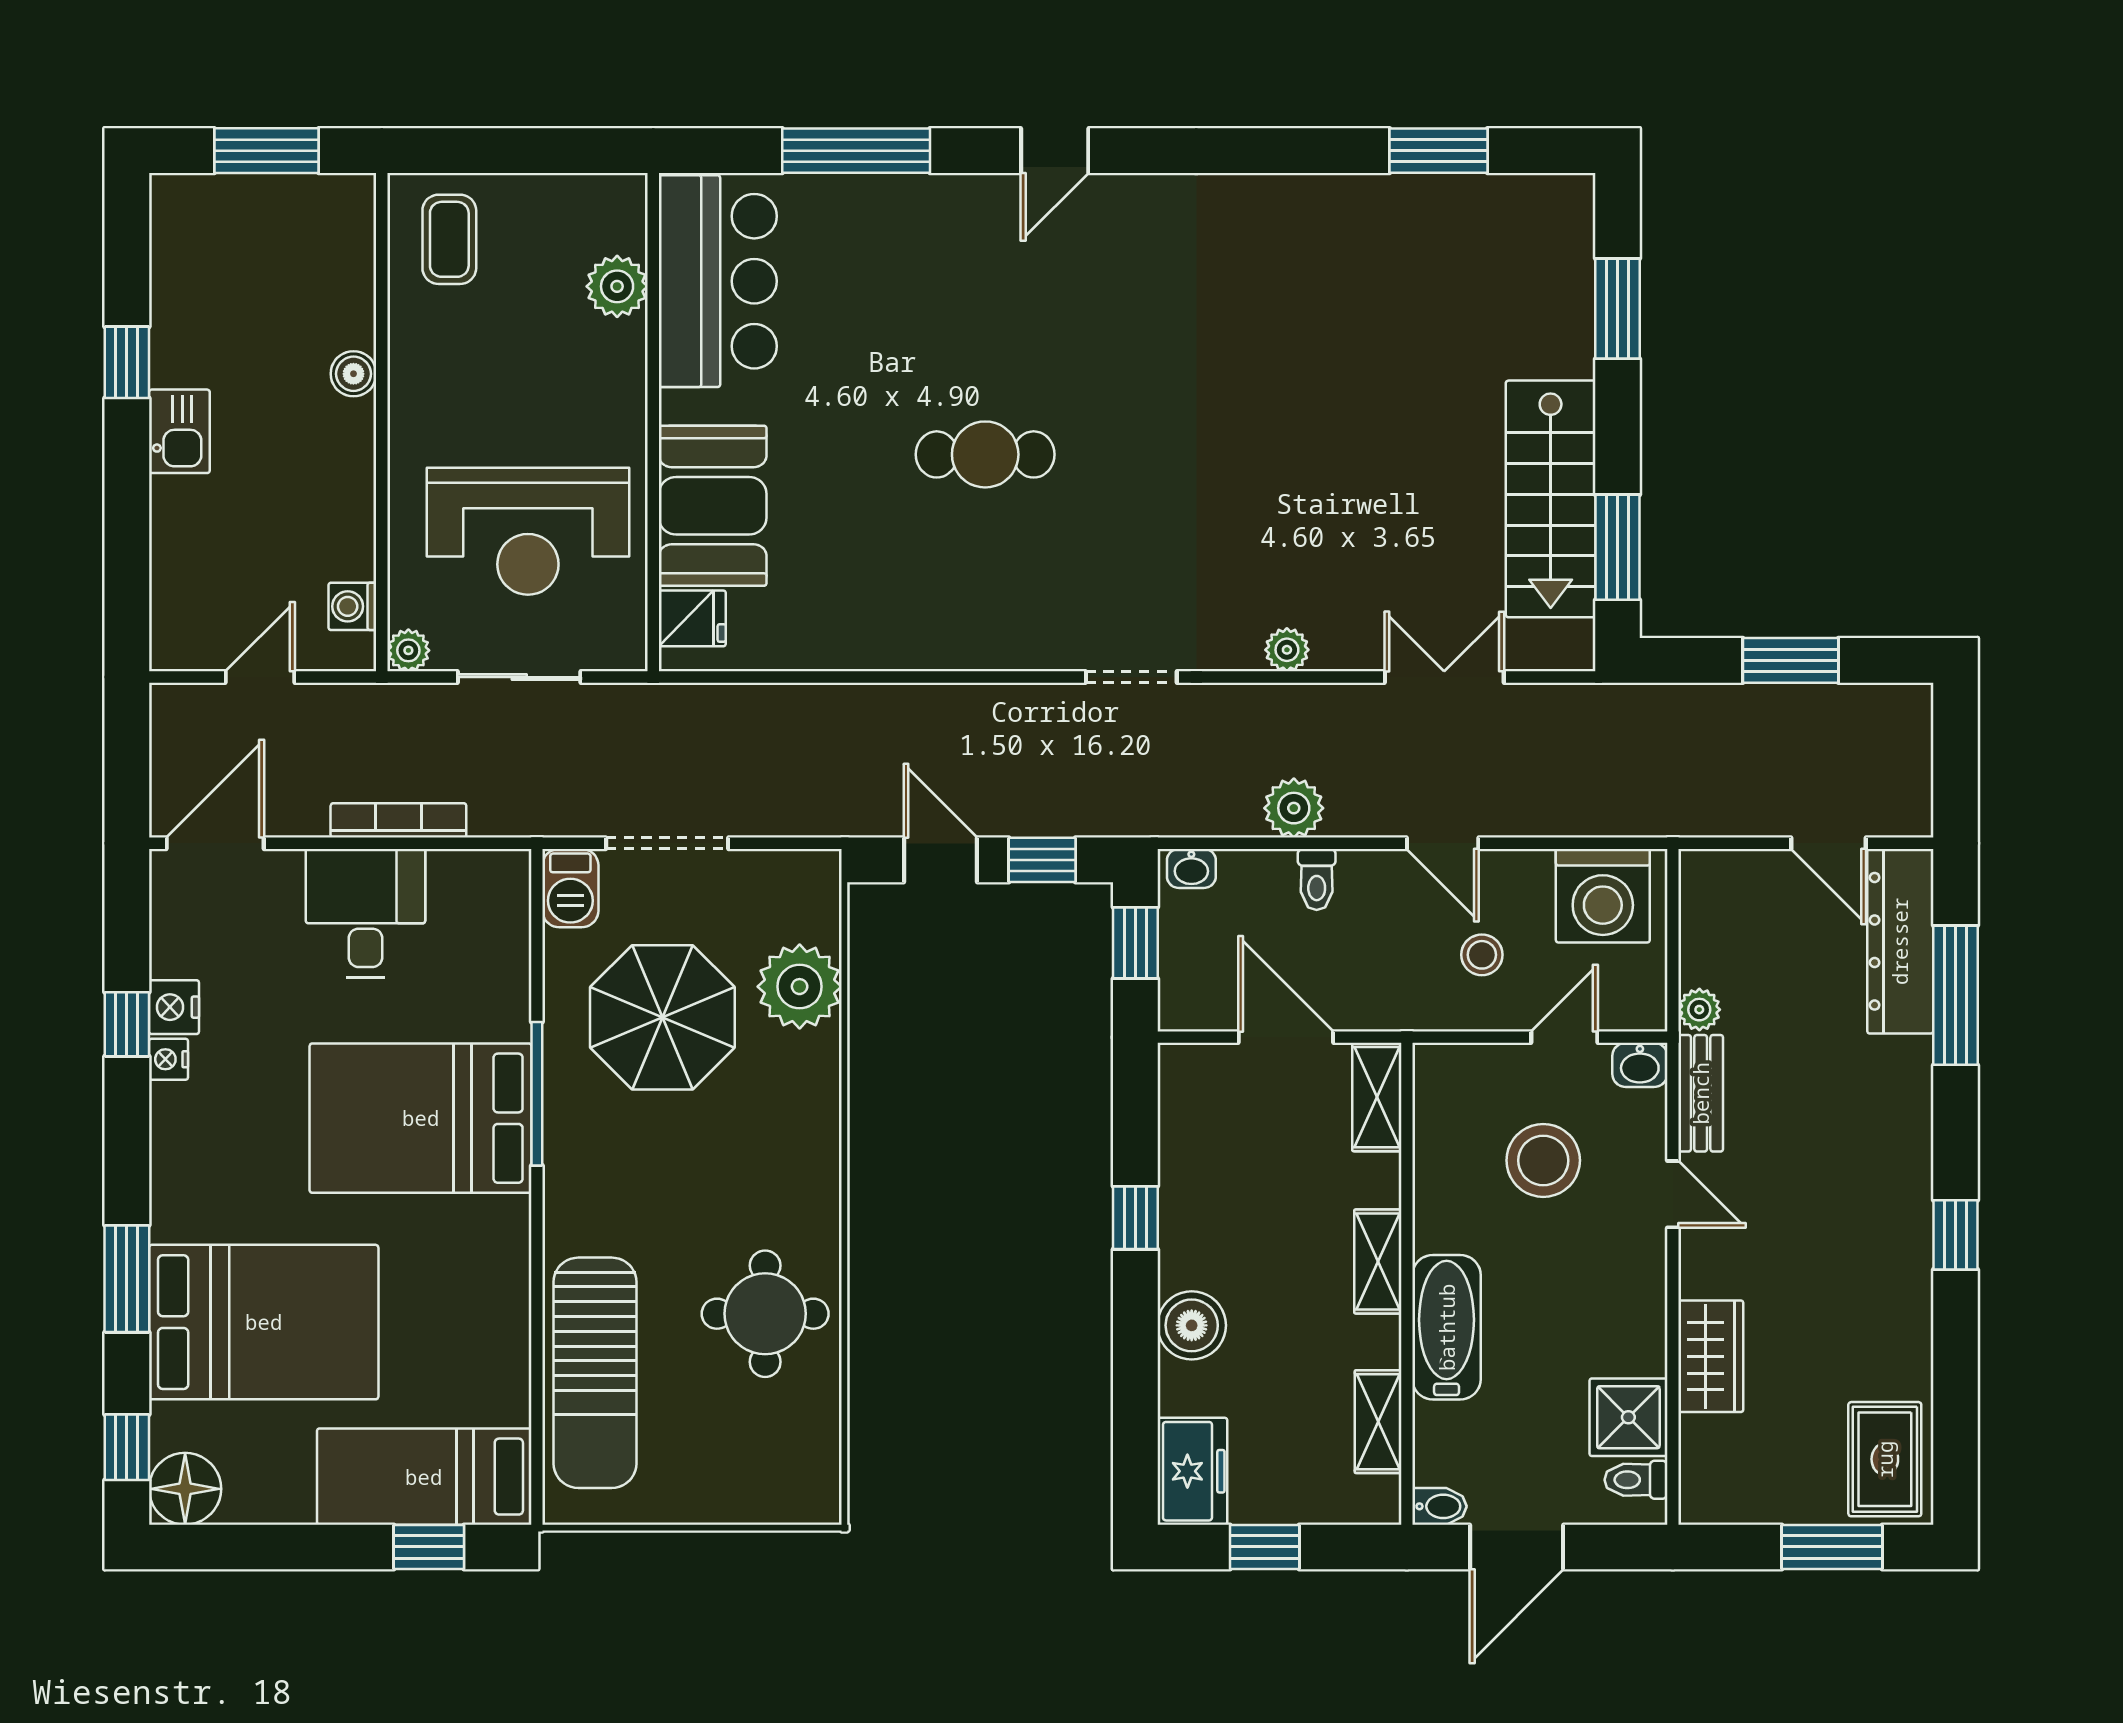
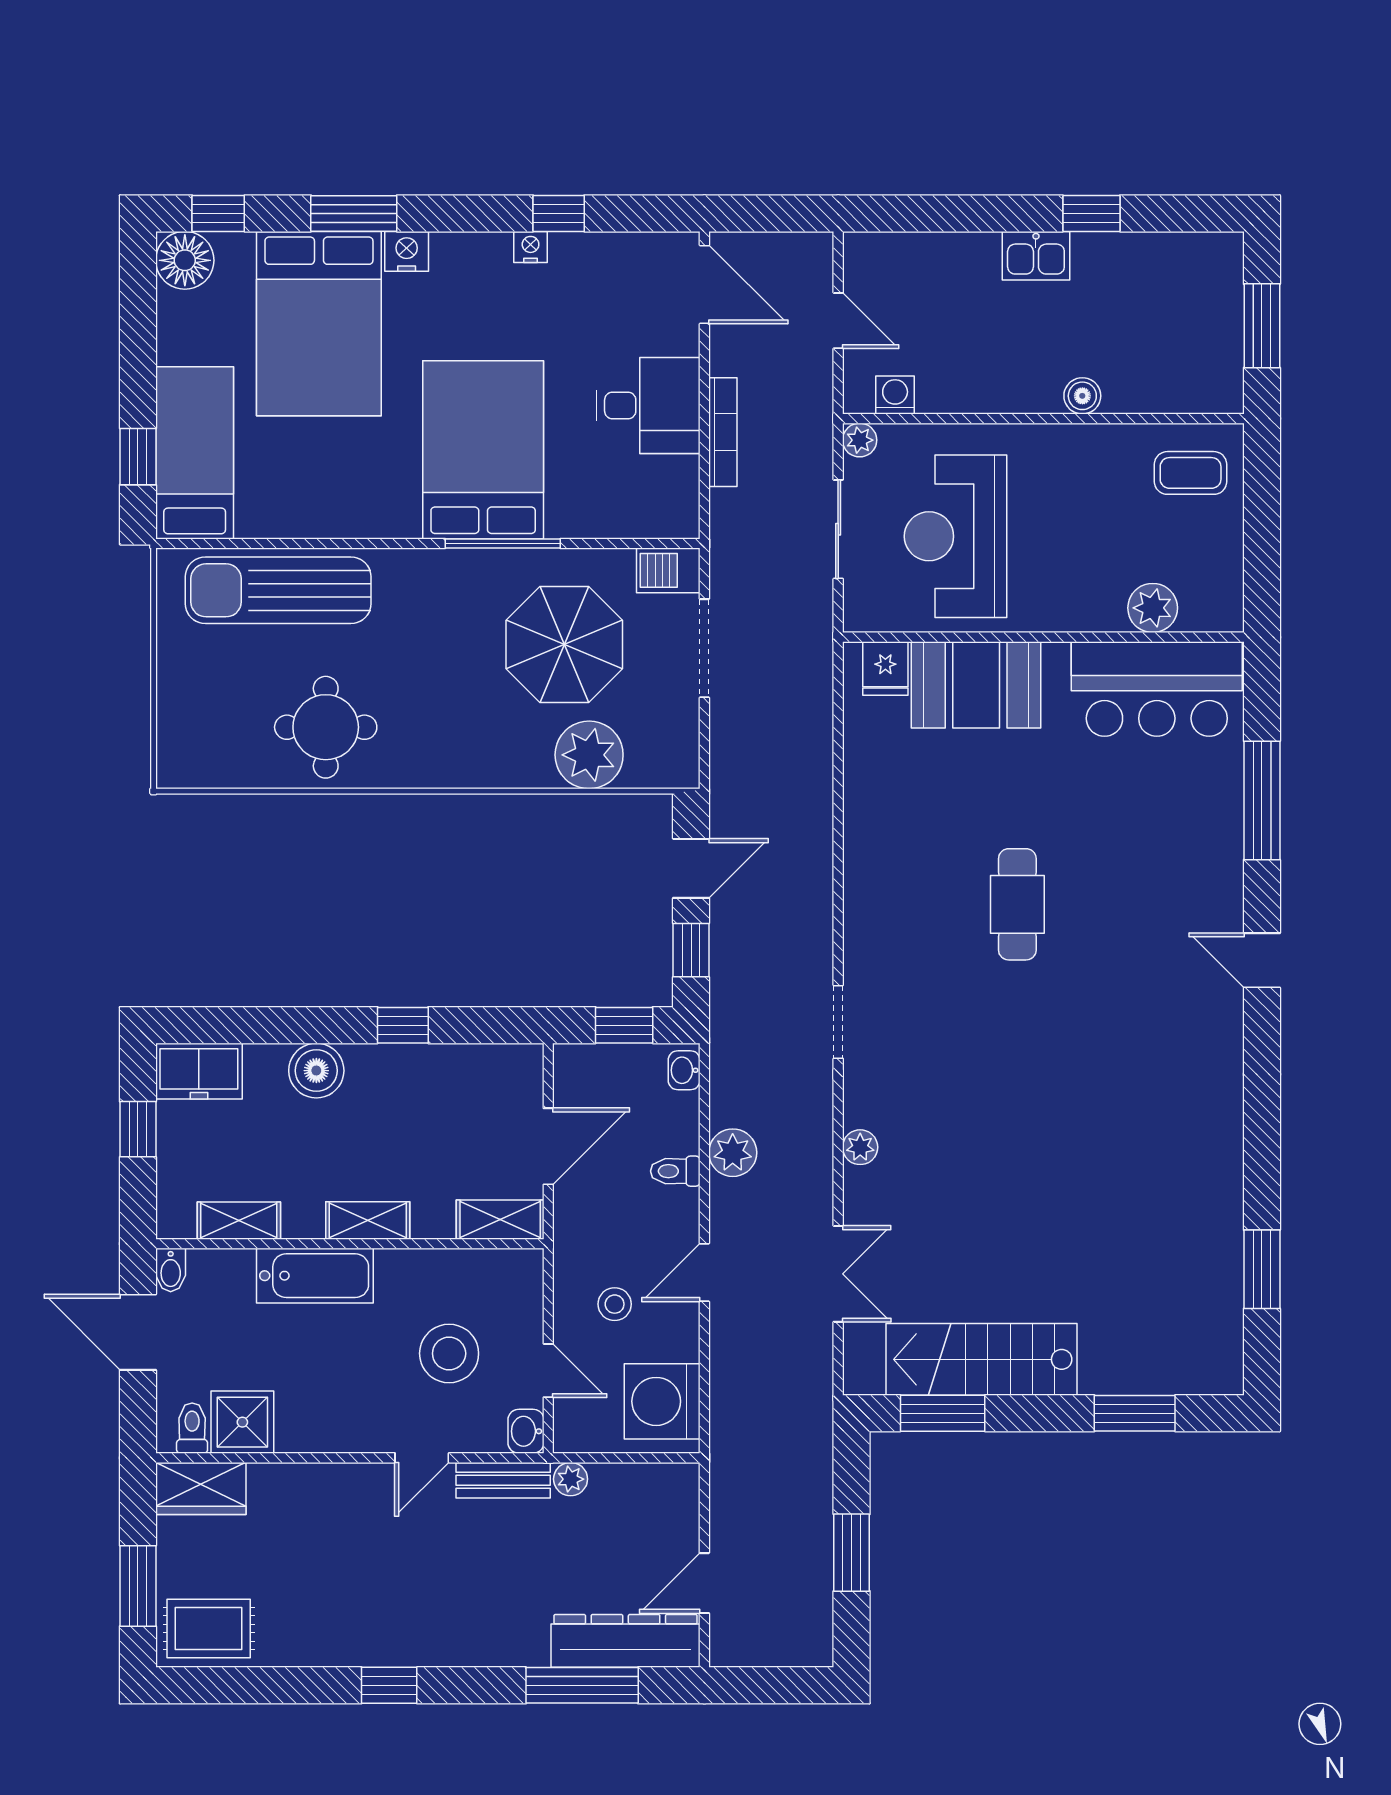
nightstand: (174, 1007) -> (407, 251), moved
wardrobe: (1711, 1356) -> (201, 1488), moved

